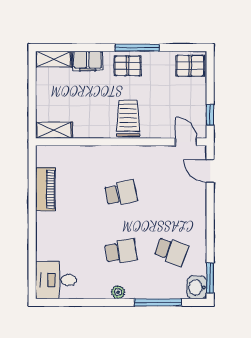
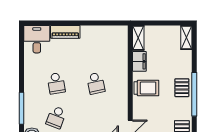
window: (137, 48) -> (194, 94), width x1.46
filing cabinet: (88, 61) -> (139, 61), moved, turned 180
piano: (45, 189) -> (65, 32), moved
plant: (118, 292) -> (29, 81), removed

